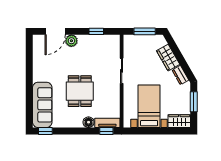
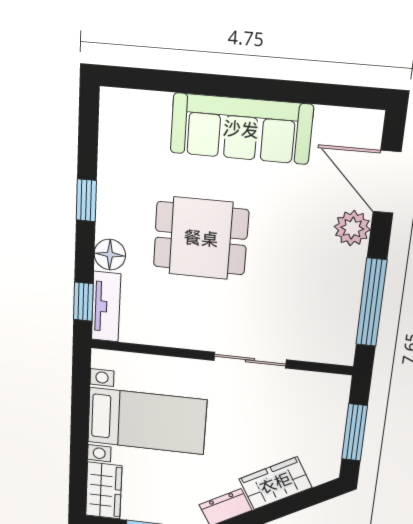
window: (96, 31) -> (371, 303), width x2.17
sofa: (42, 105) -> (241, 129), moved
window: (45, 131) -> (86, 200), moved

